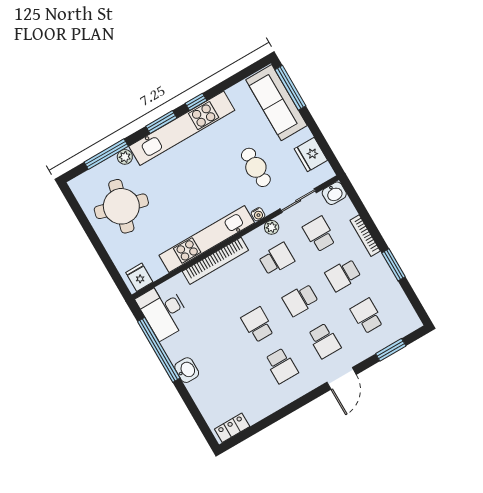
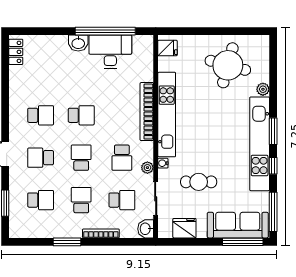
window: (106, 154) -> (273, 212), moved
desk: (164, 311) -> (110, 52), moved
school desk: (281, 366) -> (41, 115), turned 180

